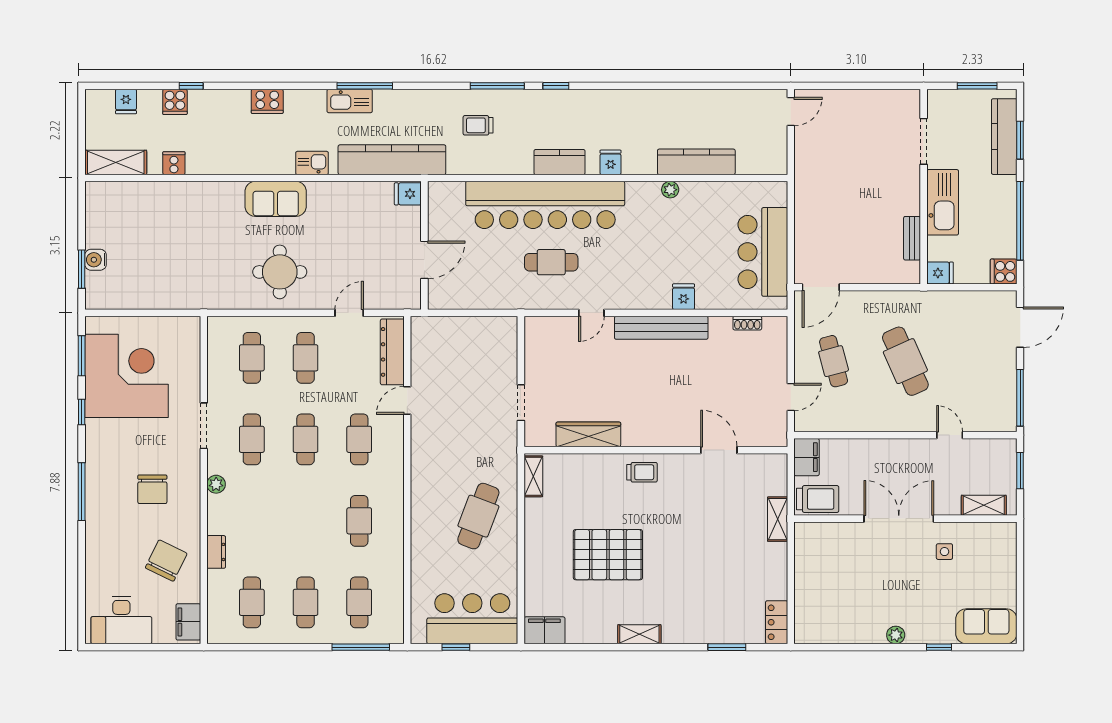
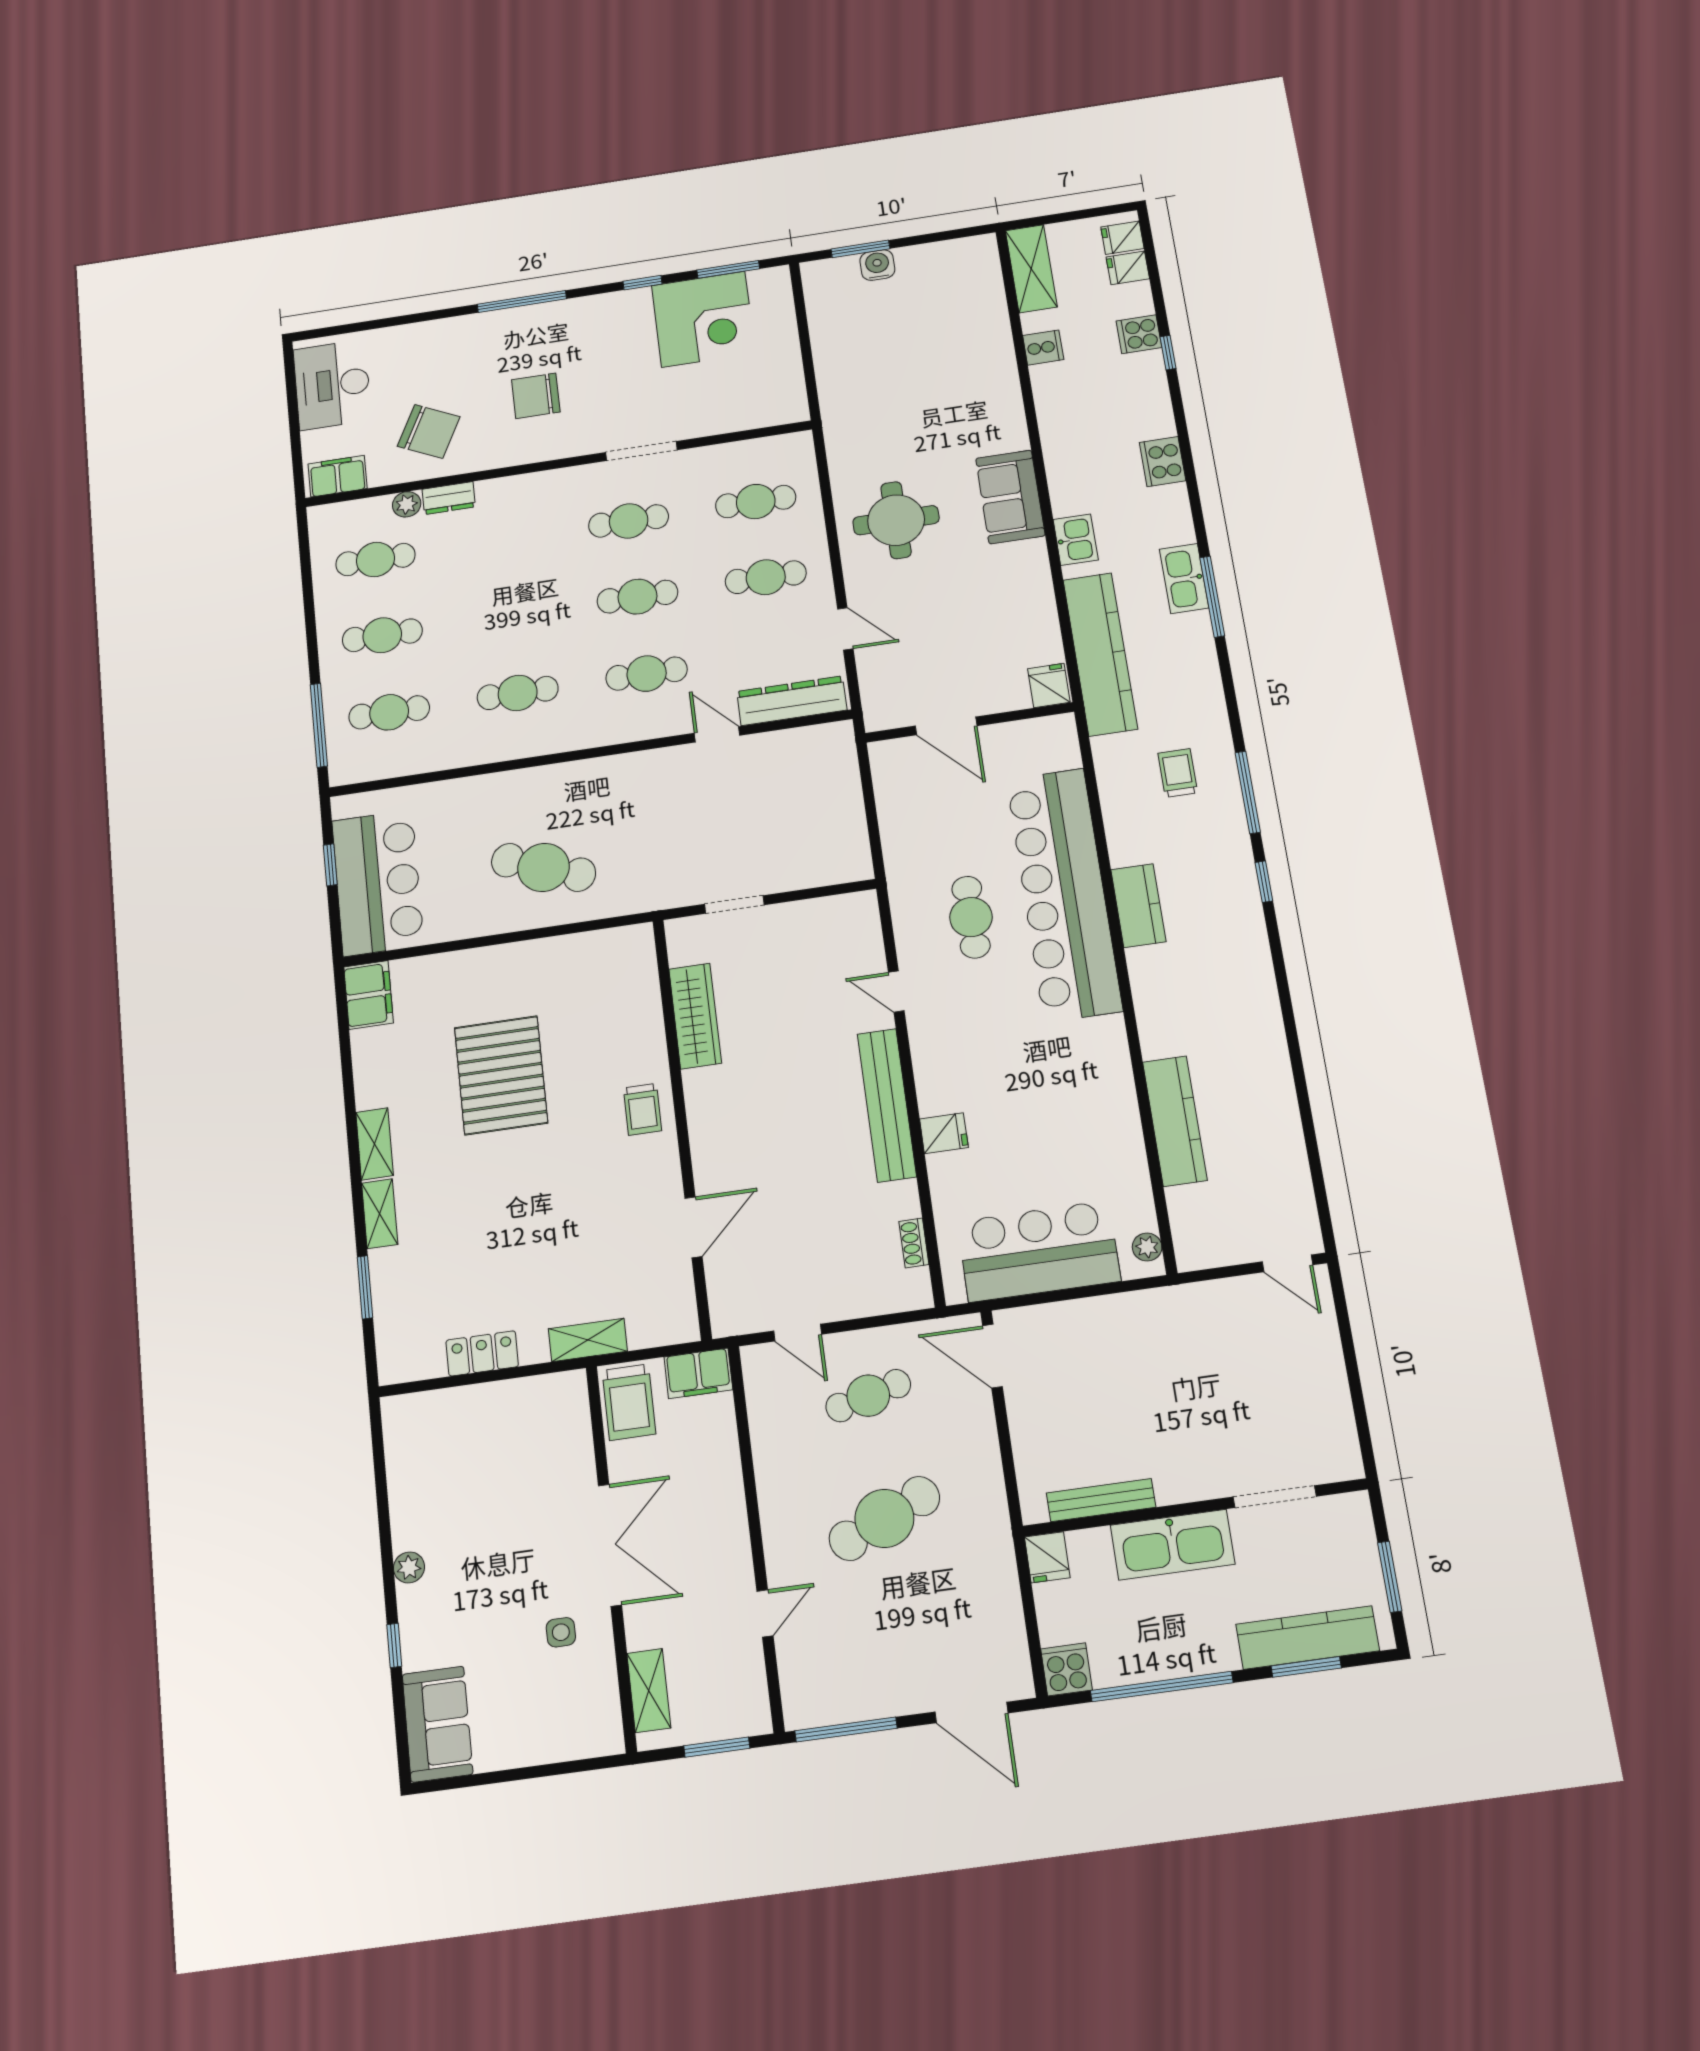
fridge: (611, 162) -> (1122, 238), moved, turned 180
plant: (670, 190) -> (1147, 1247), moved
bench: (912, 238) -> (1101, 1500), width x1.36
corner desk: (126, 376) -> (703, 319), width x0.74, depth x0.74
shelving: (533, 476) -> (380, 1214), moved, turned 90
plant: (216, 484) -> (407, 504), moved
locker: (777, 622) -> (482, 1353), moved

